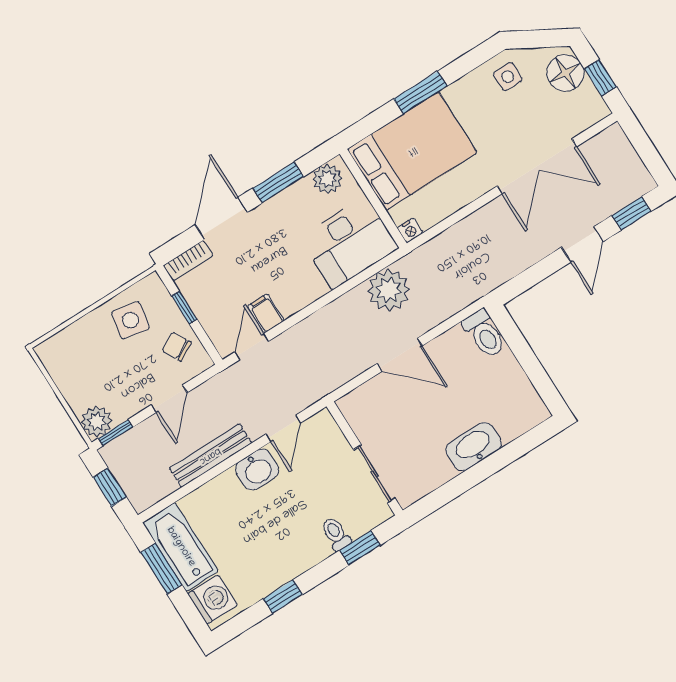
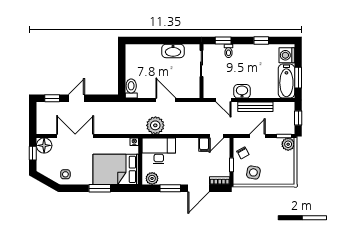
floor lamp: (565, 73) -> (44, 145), moved
door: (283, 428) -> (224, 100), swing flipped
washbasin: (474, 447) -> (173, 51), moved

